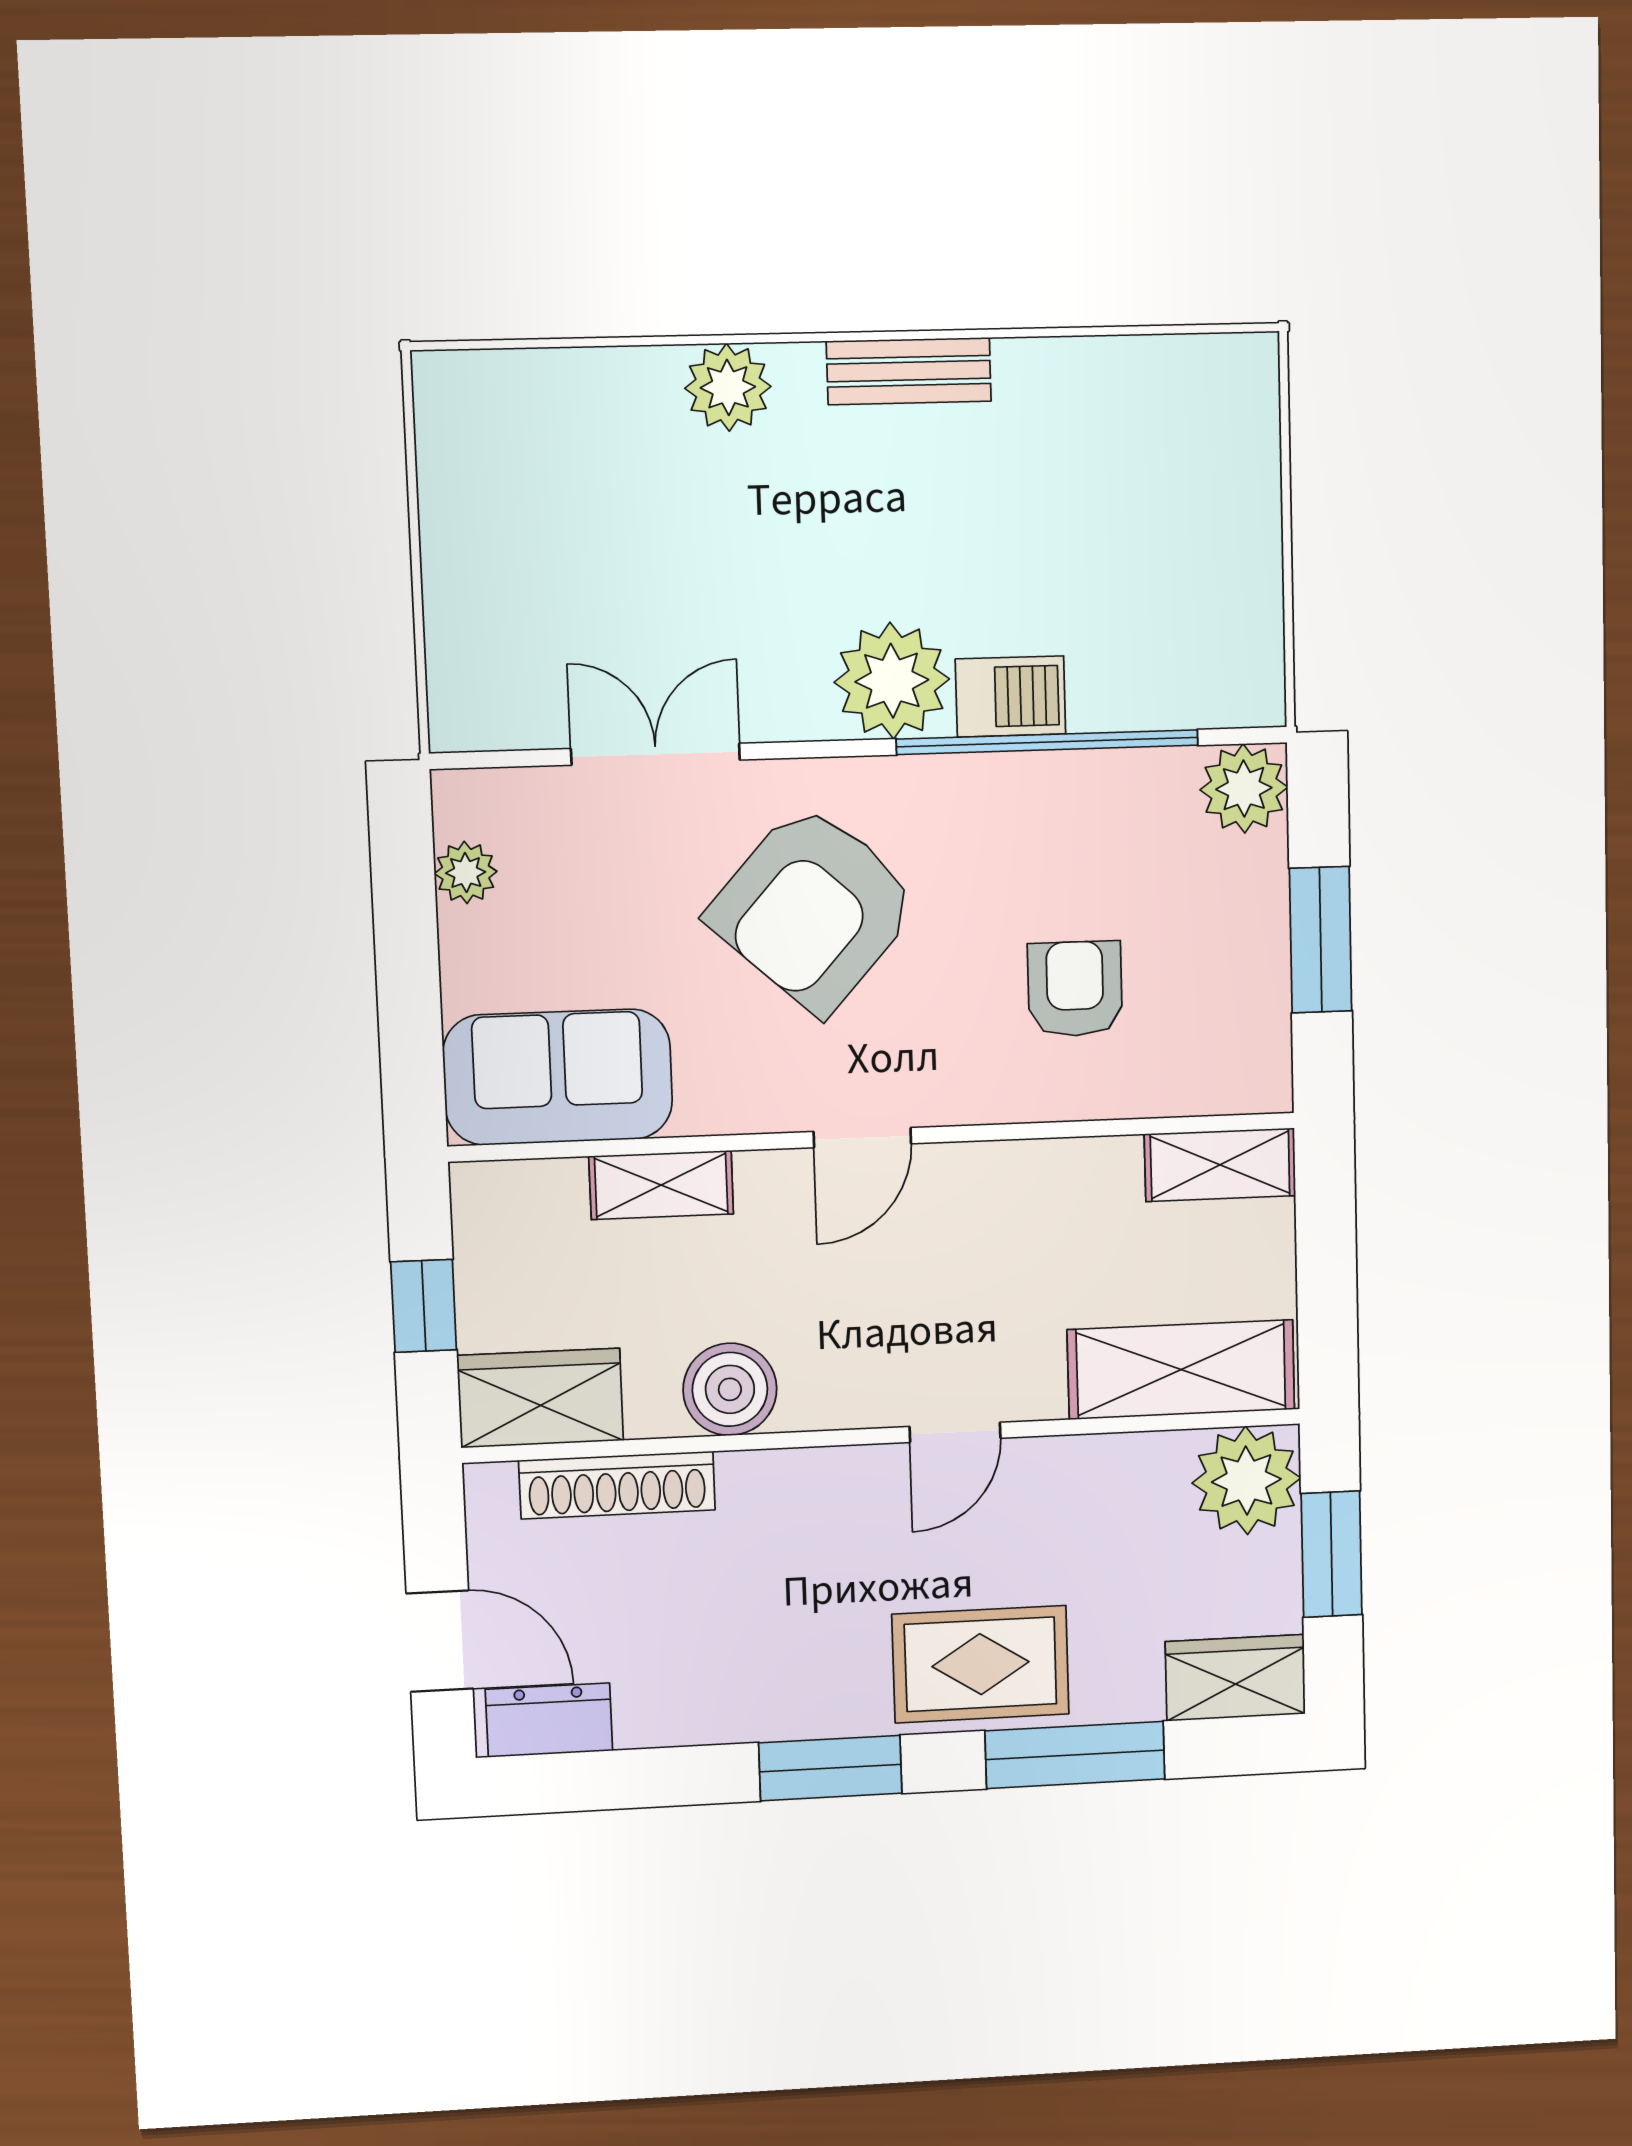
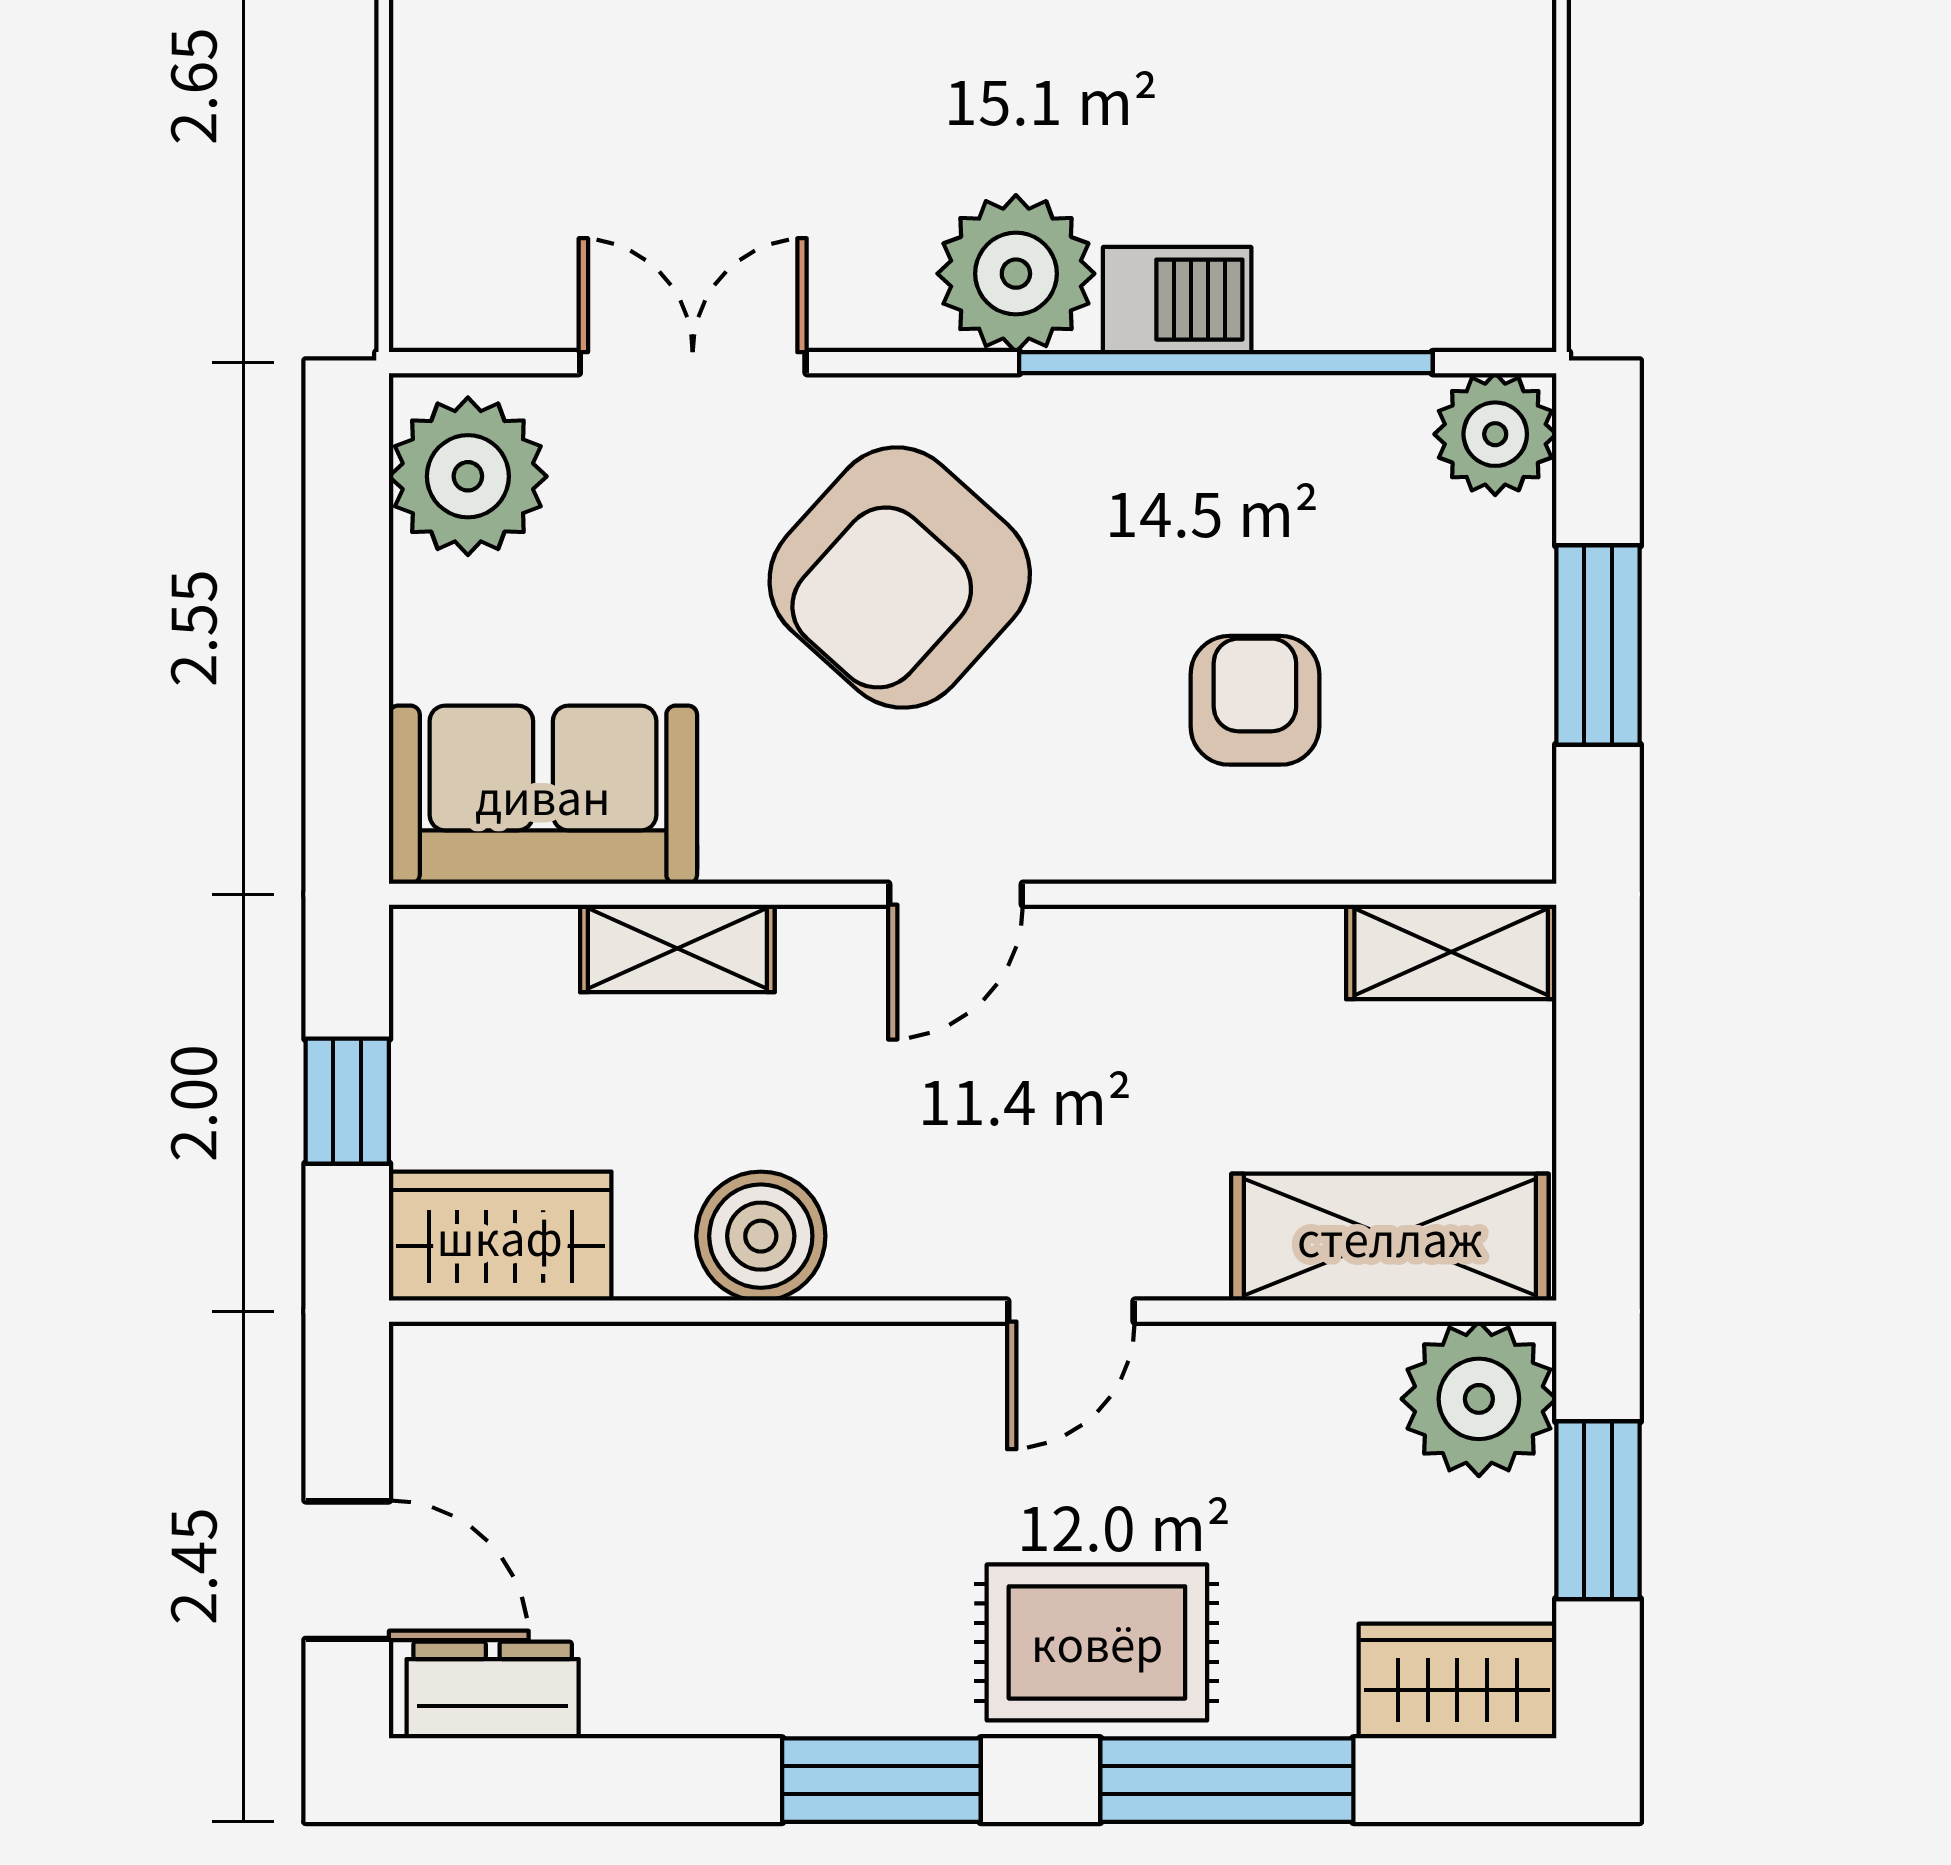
plant: (466, 873) -> (468, 476), width x1.88, depth x1.88
shoe rack: (617, 1485) -> (600, 1363), removed

